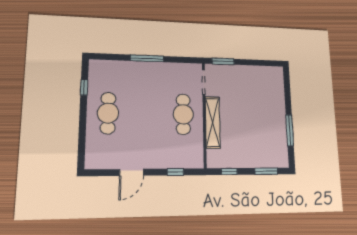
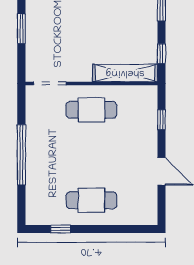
window: (147, 58) -> (21, 155), width x1.46
window: (223, 61) -> (21, 29), moved
shelving: (213, 122) -> (125, 73), moved

